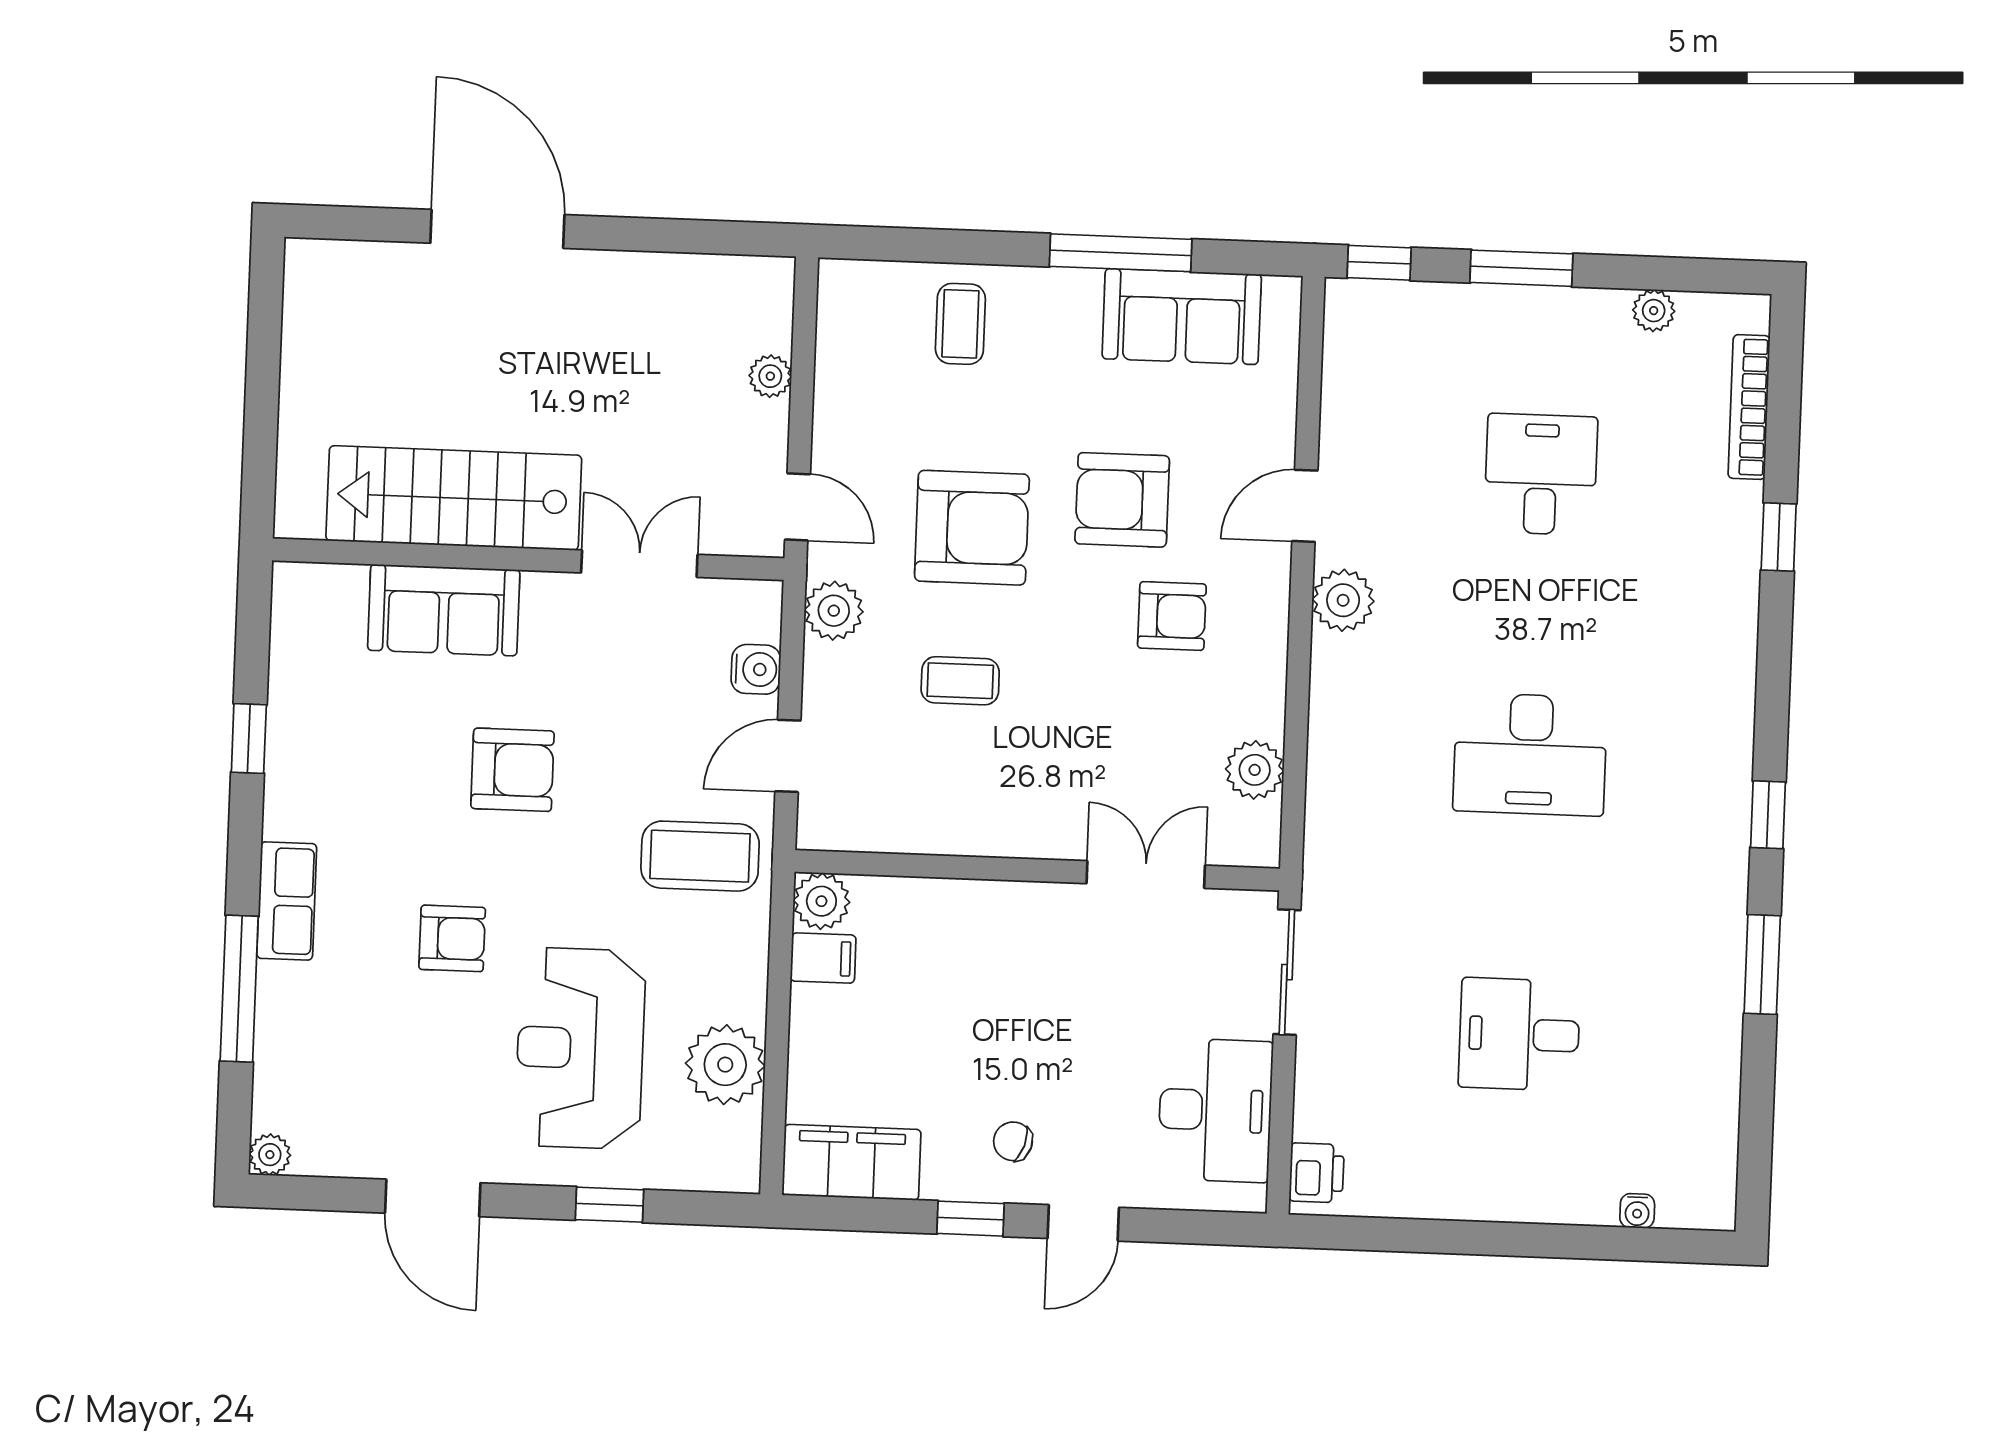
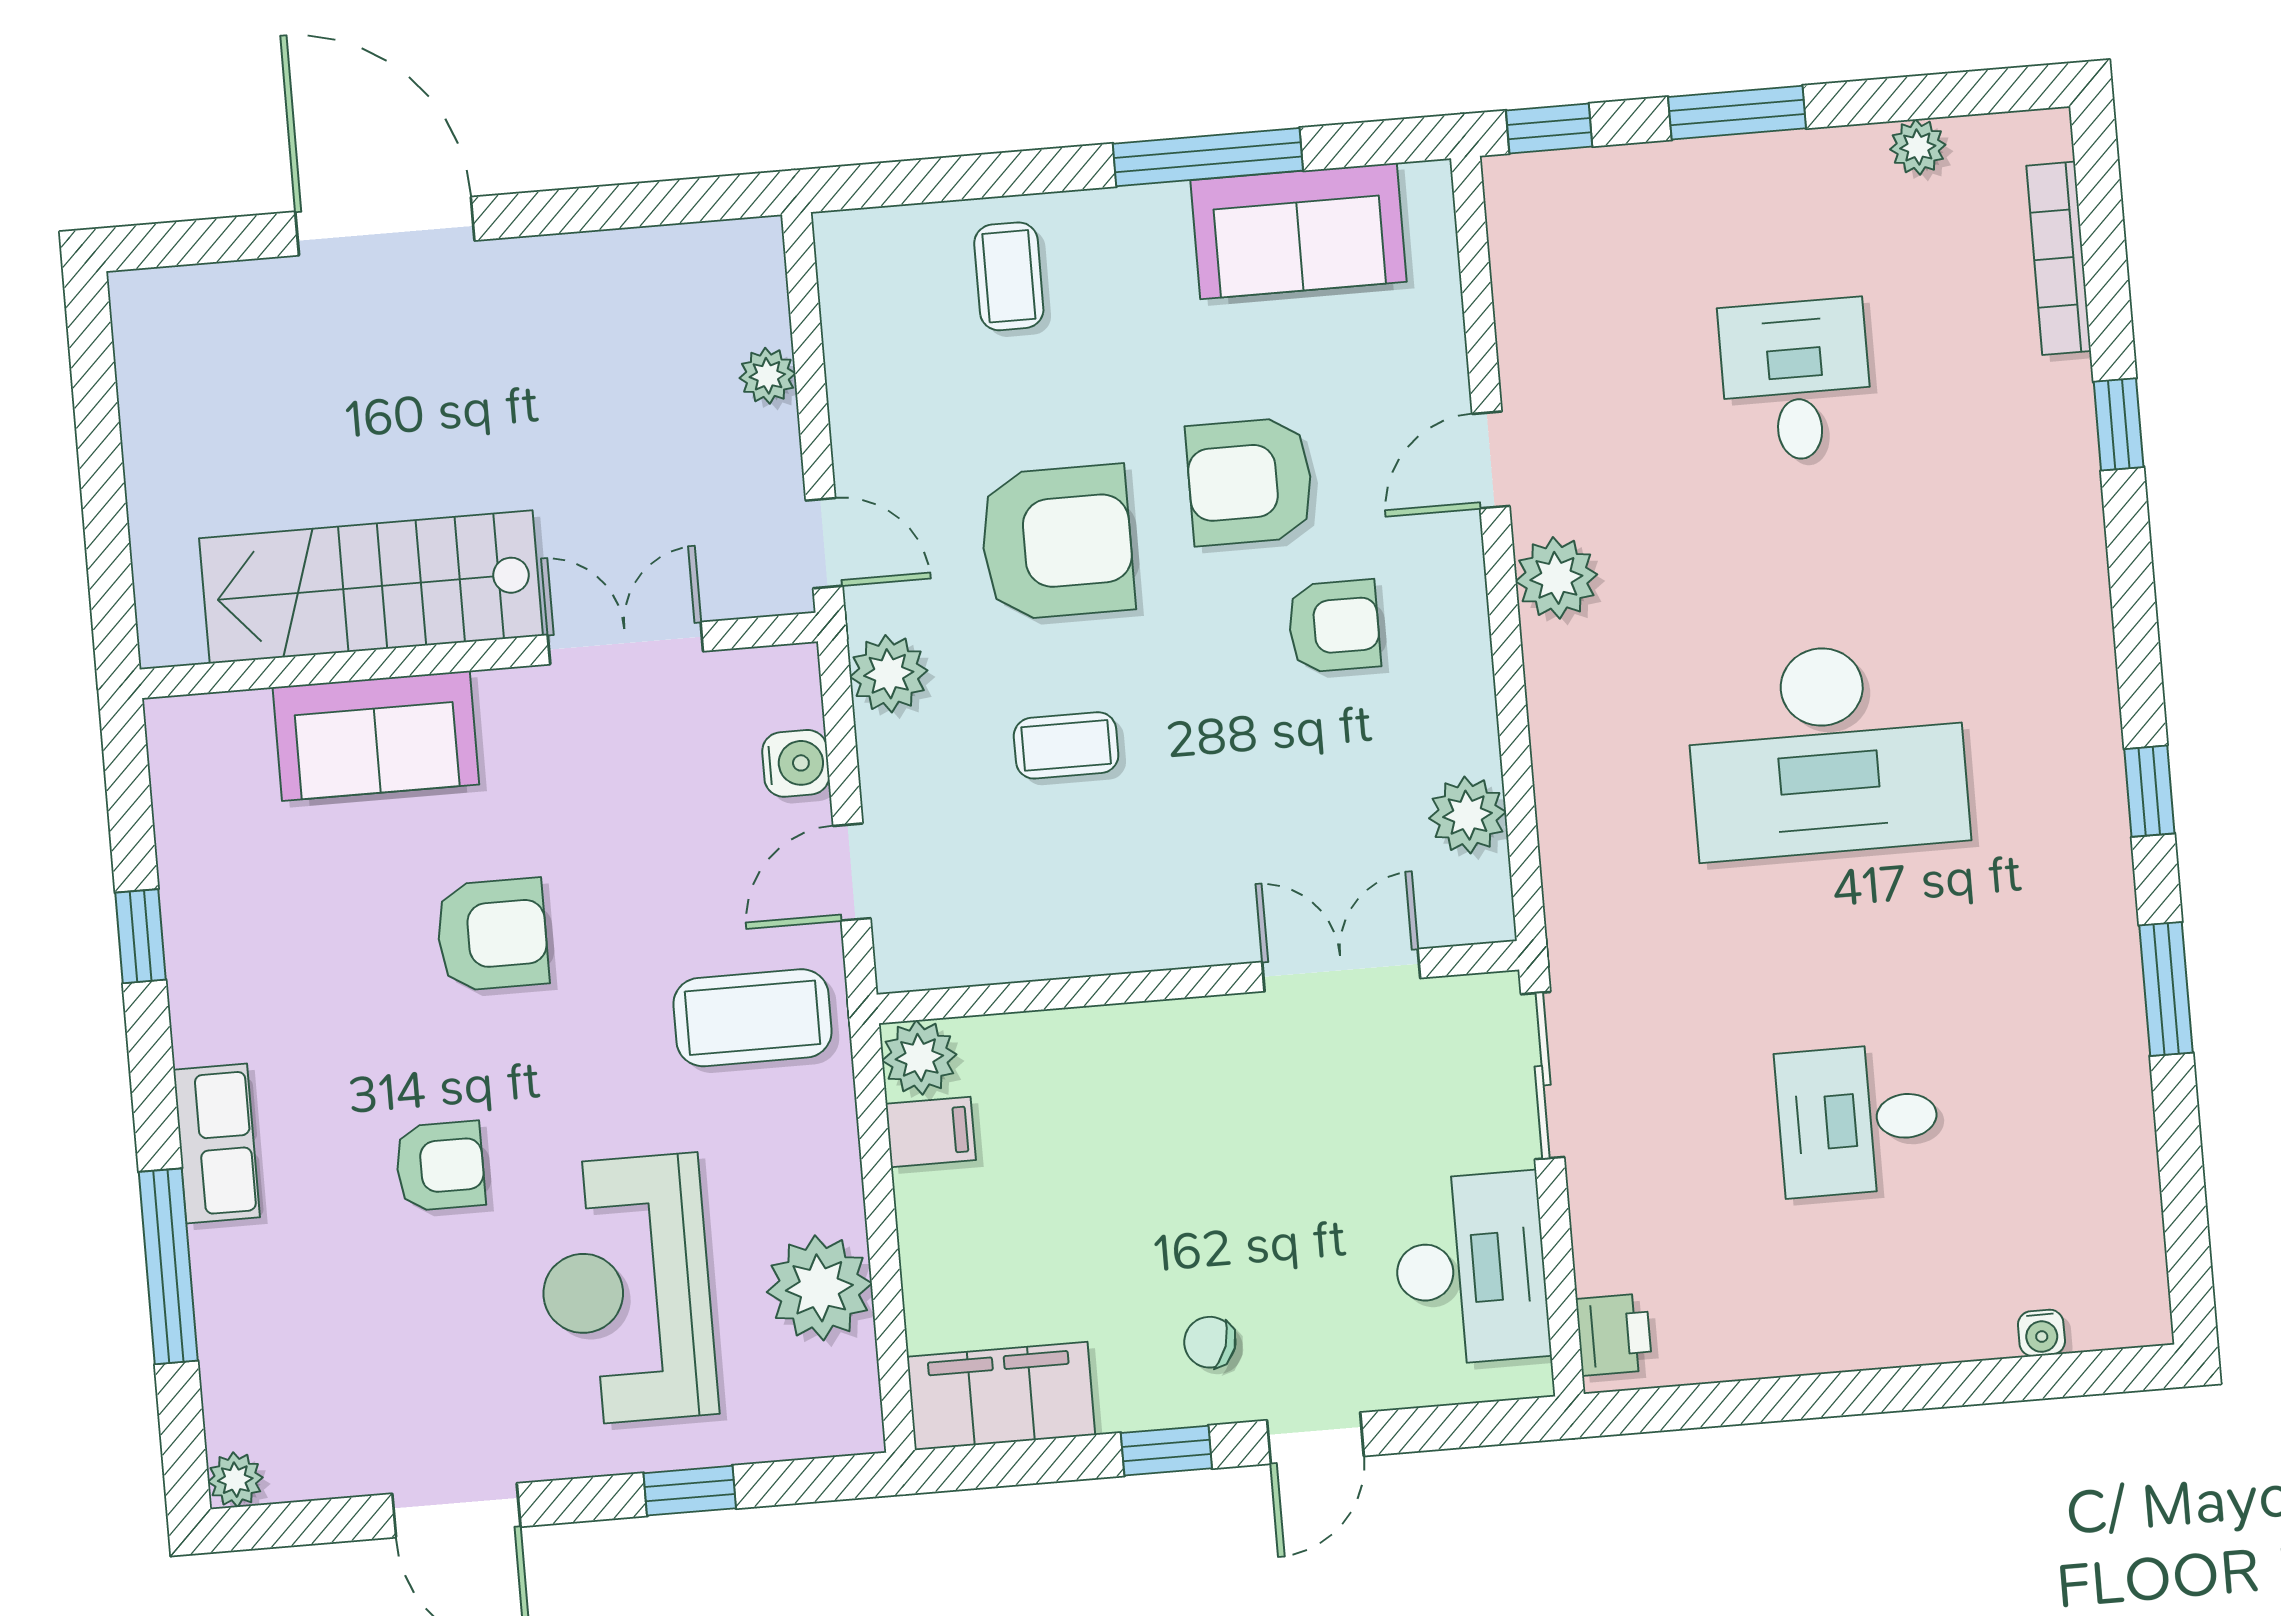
desk: (1530, 754) -> (1827, 750), width x1.36, depth x1.30

